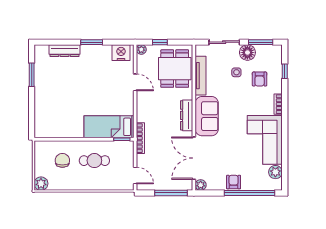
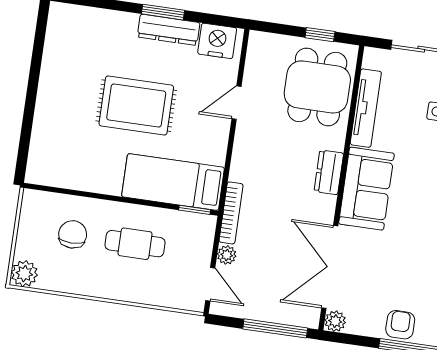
window: (160, 42) -> (320, 35), moved
plant: (141, 50) -> (227, 255), moved
dresser: (64, 51) -> (169, 30), moved
window: (32, 75) -> (37, 59), removed
door: (135, 82) -> (236, 103), swing flipped
rug: (85, 91) -> (136, 105), added
dresser: (187, 115) -> (329, 172), width x0.70

